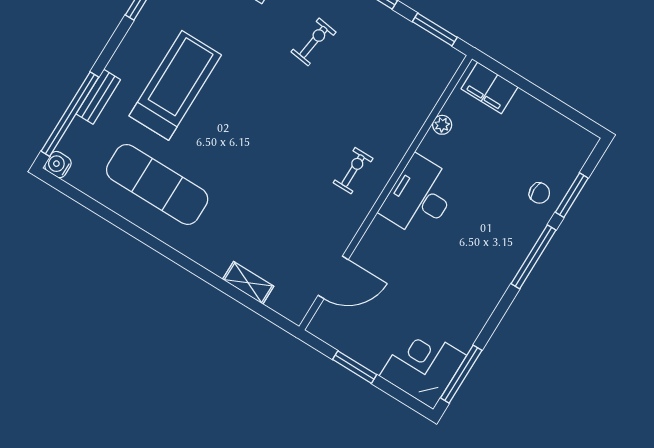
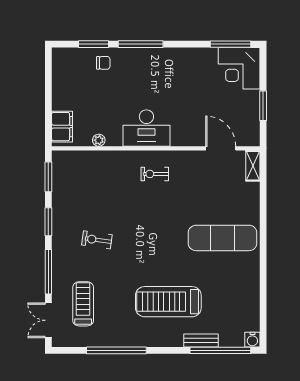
exercise mat: (157, 184) -> (223, 238), moved, turned 90
chair: (539, 193) -> (103, 63), turned 90
shelving: (248, 283) -> (253, 166), moved

